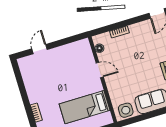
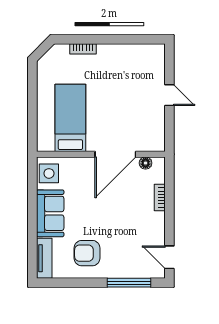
door: (39, 49) -> (169, 95), moved
door: (100, 70) -> (115, 154), width x1.87

